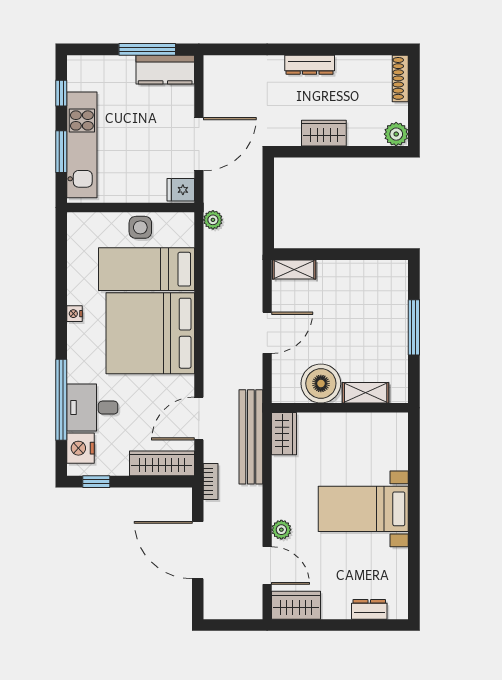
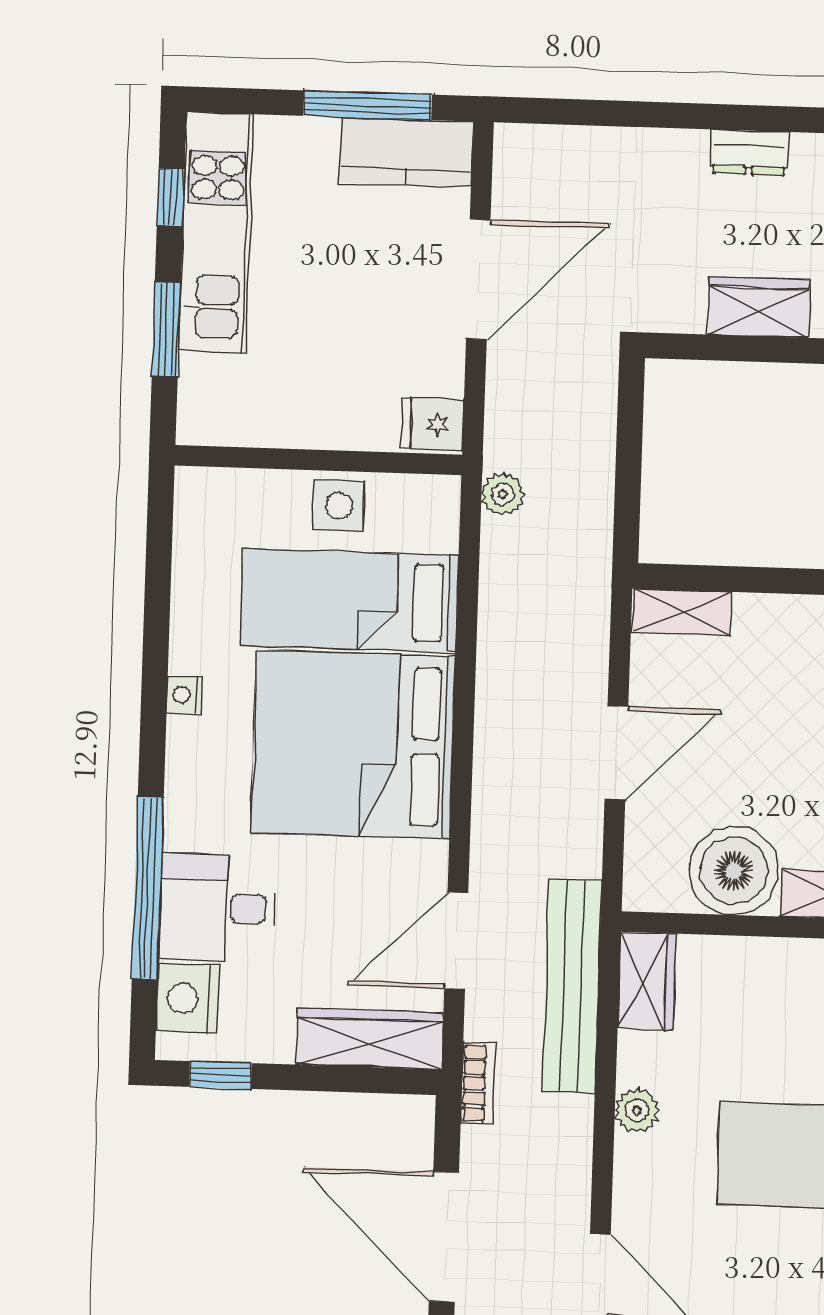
dresser: (310, 65) -> (749, 153), width x0.70
door: (199, 144) -> (478, 279), moved
kitchen unit: (82, 145) -> (216, 233), moved
plant: (281, 530) -> (637, 1110), moved

